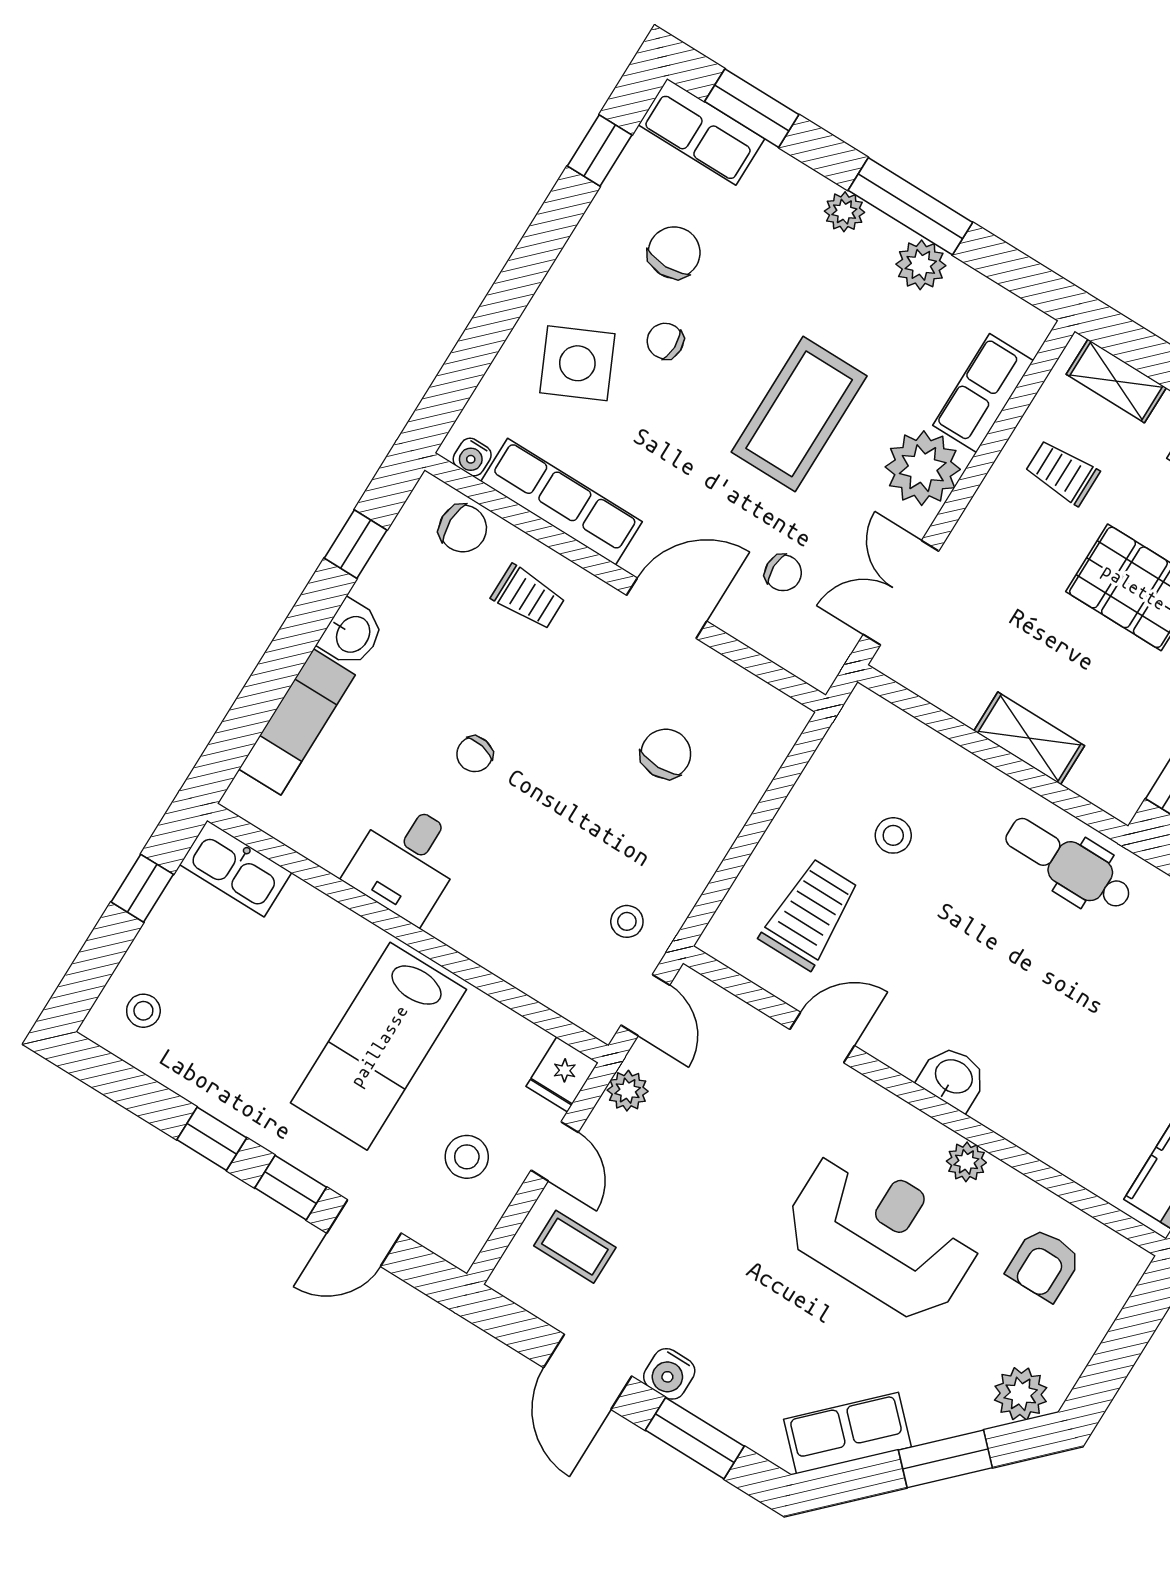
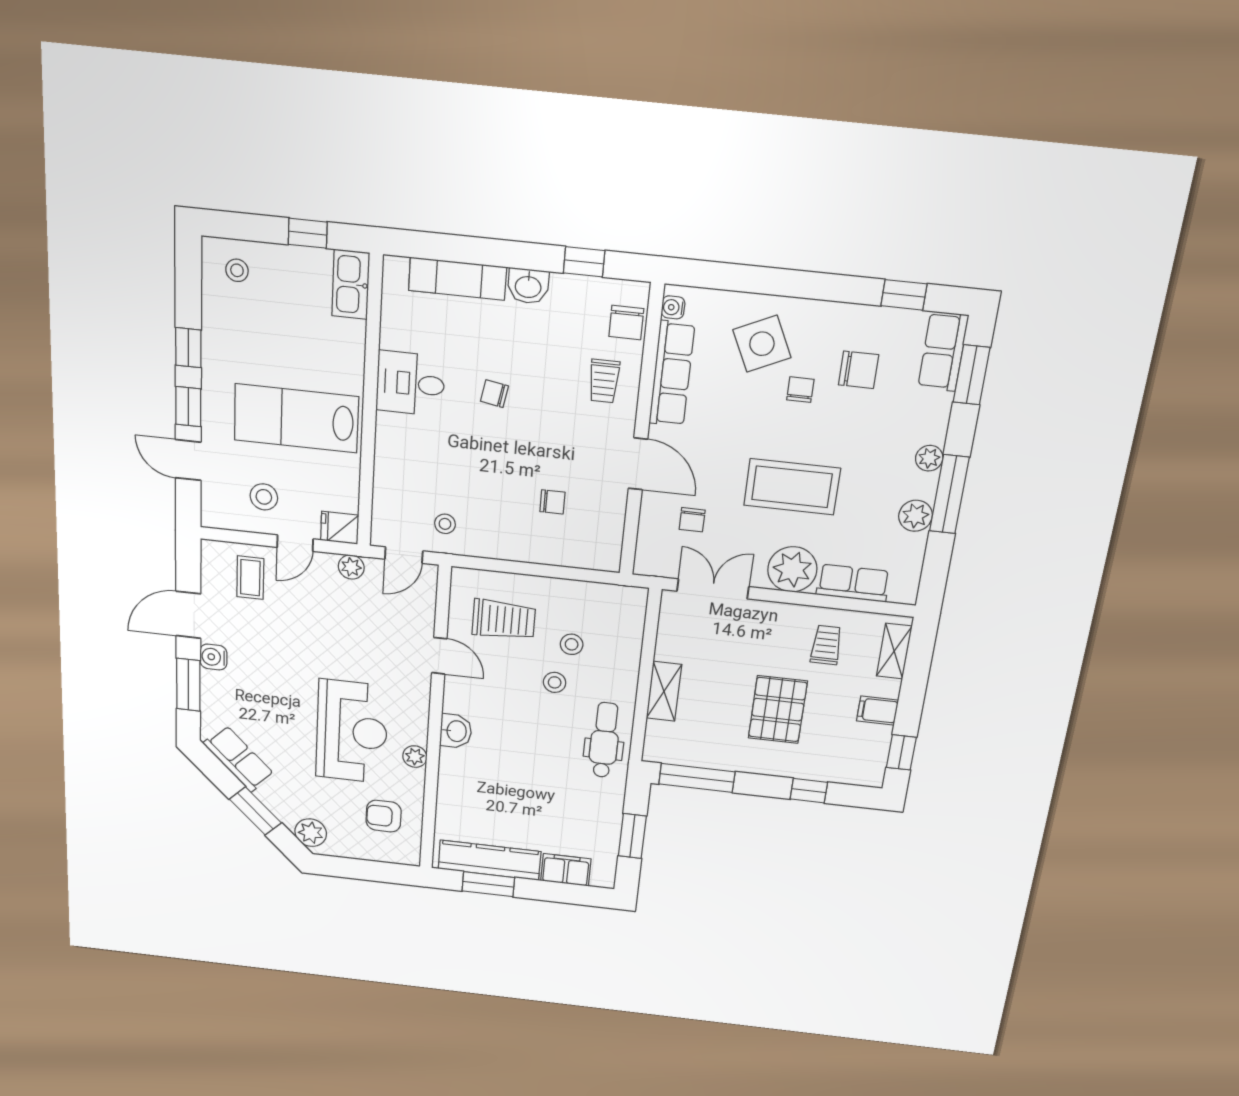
chair: (666, 754) -> (552, 502), width x0.73, depth x0.73
stool: (942, 891) -> (555, 682), added

